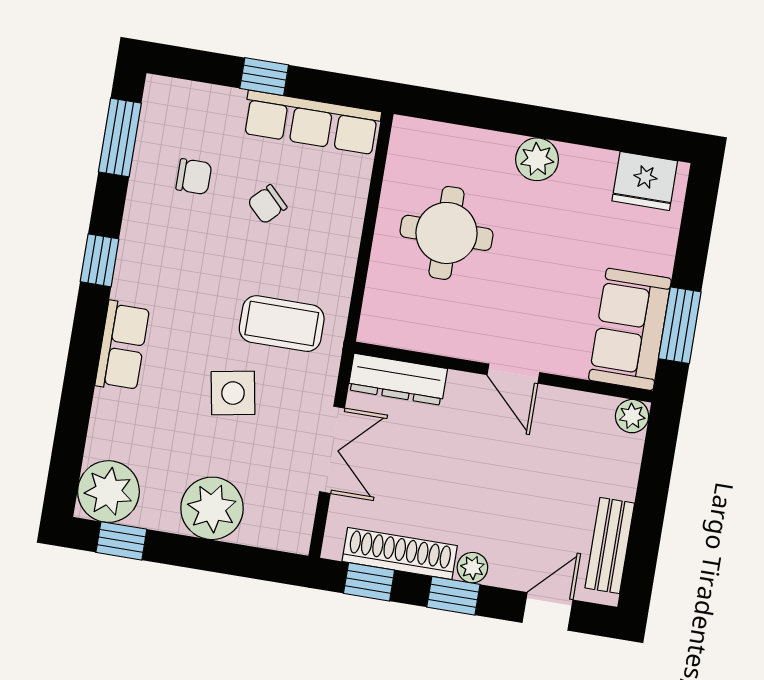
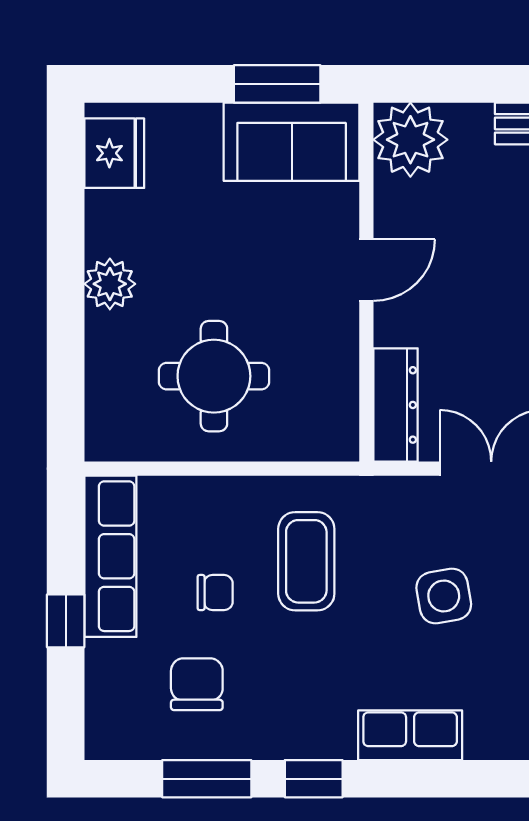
window: (120, 138) -> (207, 779), moved
chair: (194, 177) -> (197, 684), width x1.37, depth x1.37
chair: (267, 204) -> (215, 593), turned -45
coffee table: (282, 324) -> (306, 561), moved
plant: (632, 416) -> (410, 140), width x1.88, depth x1.88

